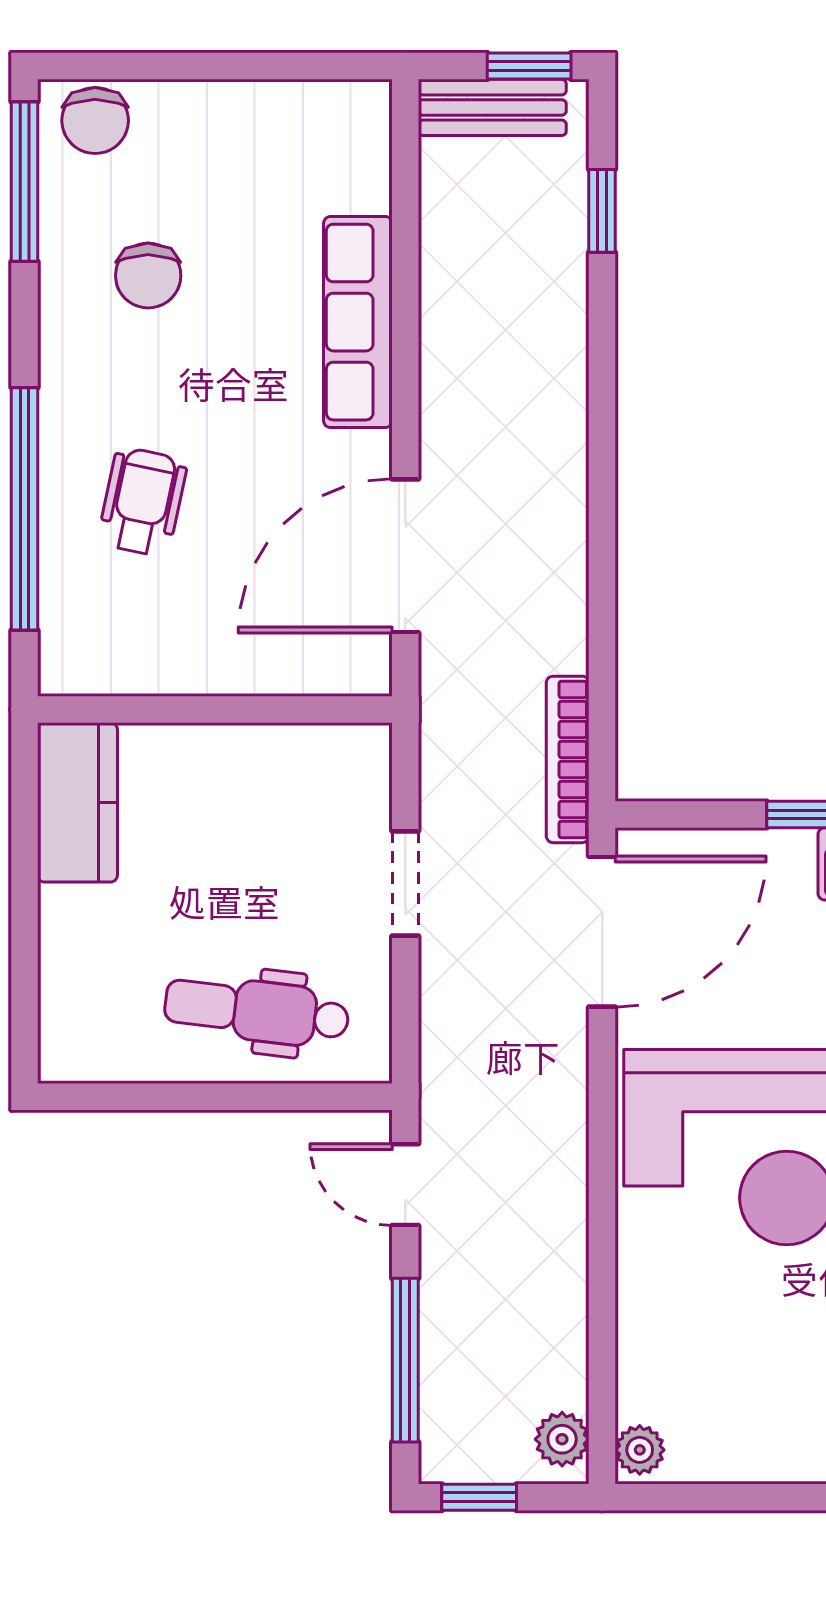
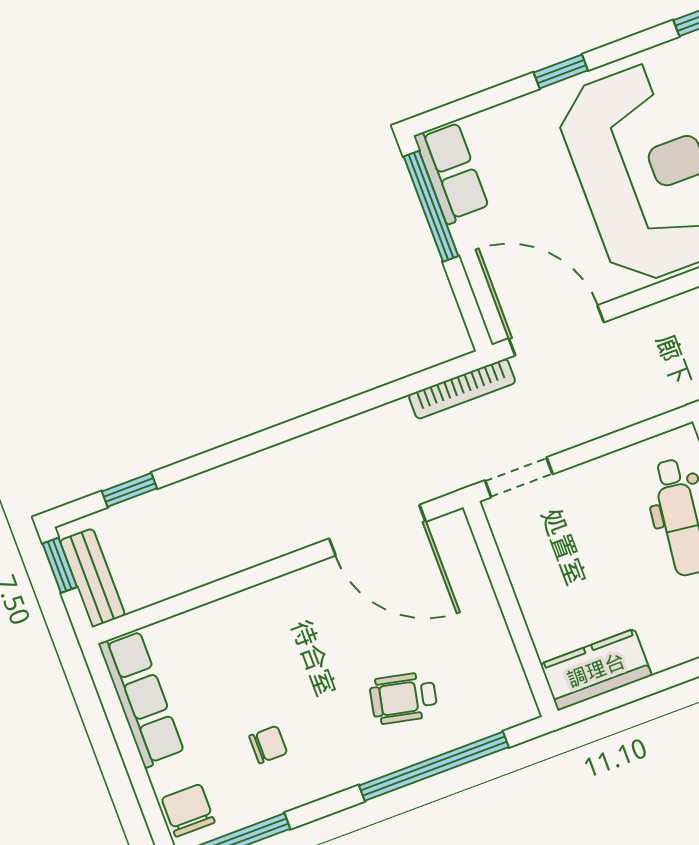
chair: (95, 121) -> (188, 810), turned -90
chair: (148, 276) -> (268, 745), width x0.73, depth x0.73
row of seats: (358, 322) -> (142, 699), moved, turned -90
doorway: (405, 883) -> (519, 477), moved

